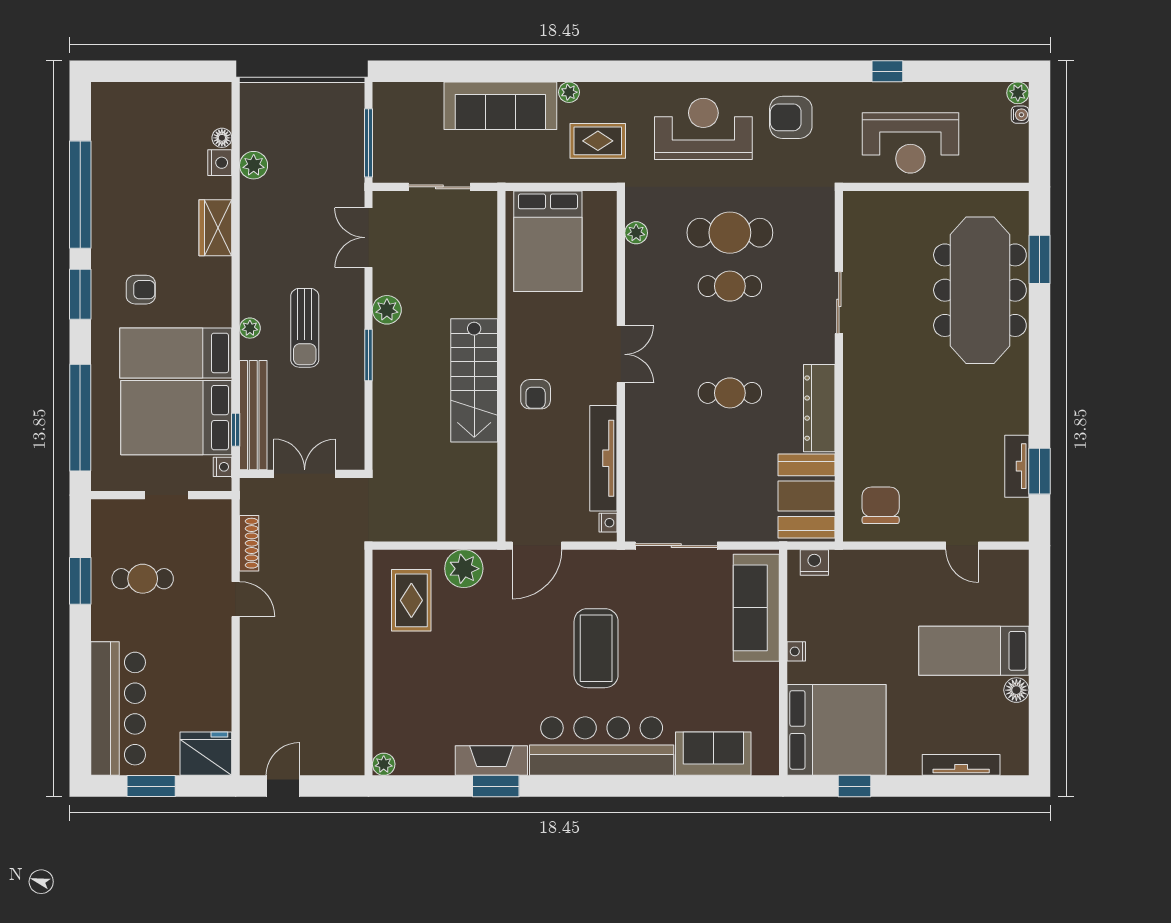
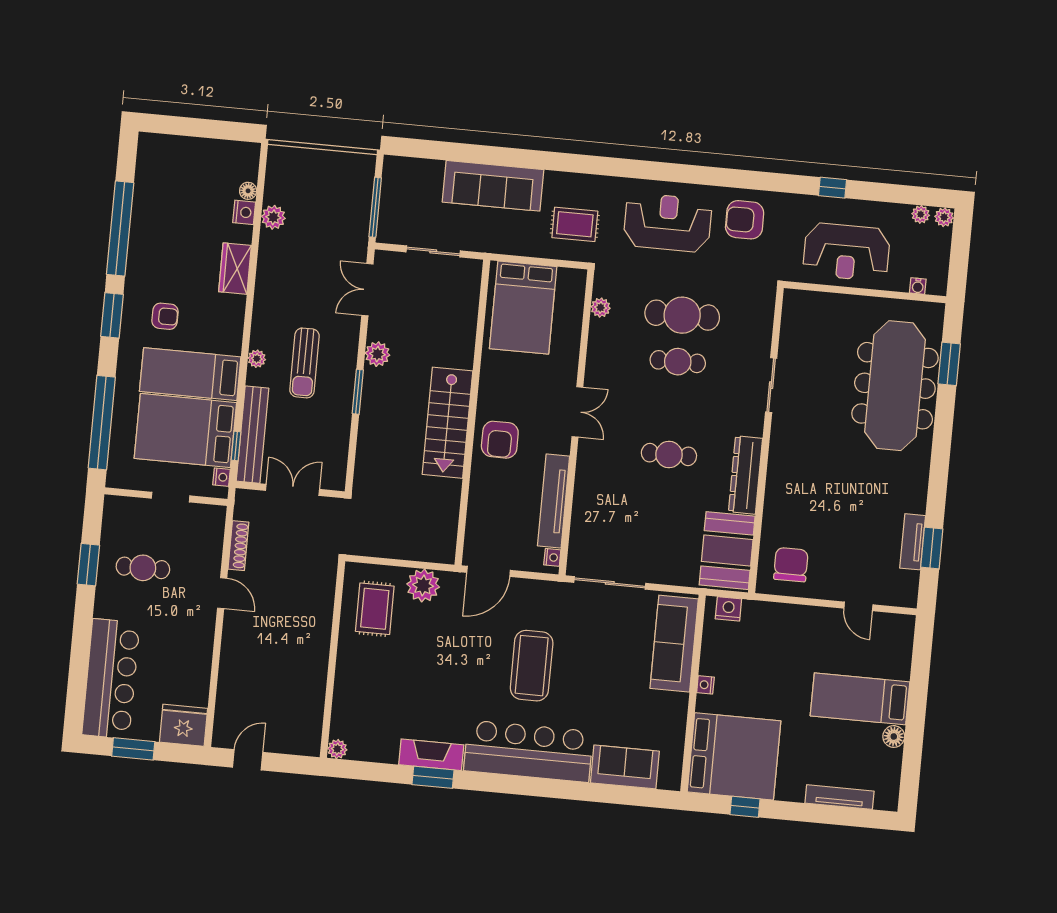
plant: (569, 92) -> (921, 214), moved
water cooler: (1020, 115) -> (918, 286), moved, turned 90
armchair: (536, 394) -> (500, 440), width x1.38, depth x1.38

